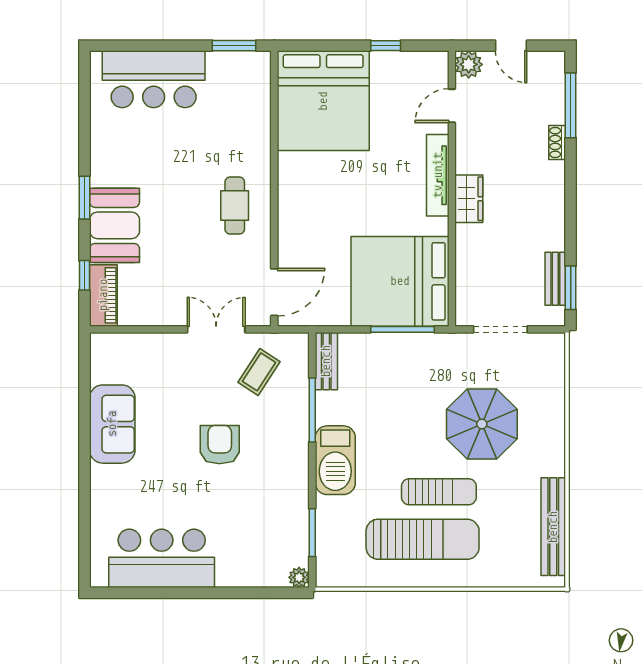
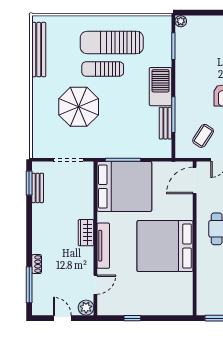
bed: (323, 101) -> (165, 246), moved, turned -90
bench: (326, 361) -> (165, 123), moved

